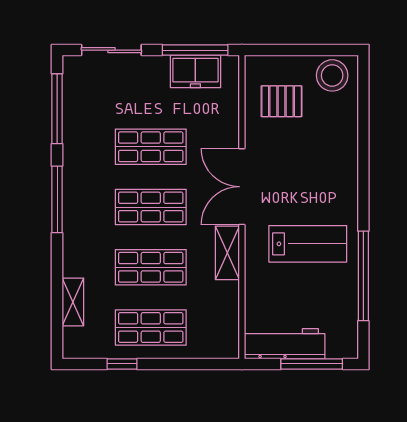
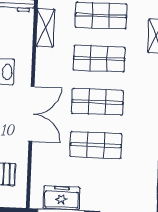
shelving: (227, 253) -> (45, 28), moved

